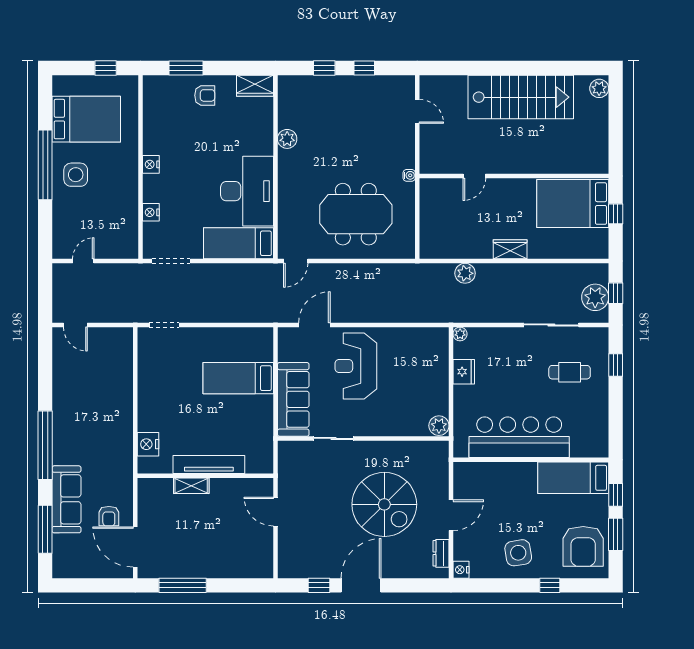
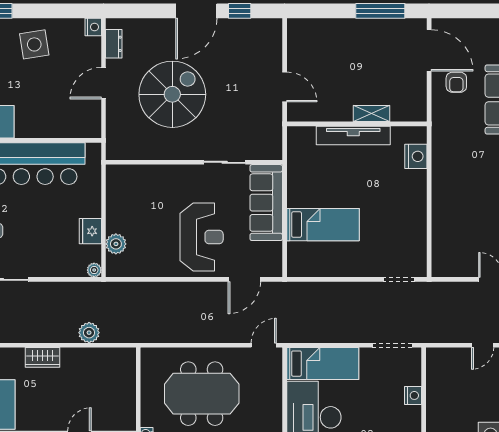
plant: (439, 426) -> (116, 244), moved
spiral stairs: (384, 504) -> (172, 94), turned 90
armchair: (109, 516) -> (456, 82), turned 180

